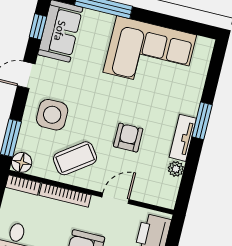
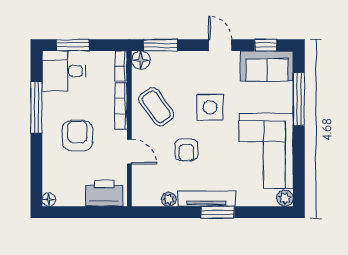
plant: (205, 46) -> (285, 198), added
side table: (52, 115) -> (210, 107), moved
armchair: (128, 138) -> (186, 150), turned 90
tv unit: (183, 138) -> (206, 199), width x1.41

